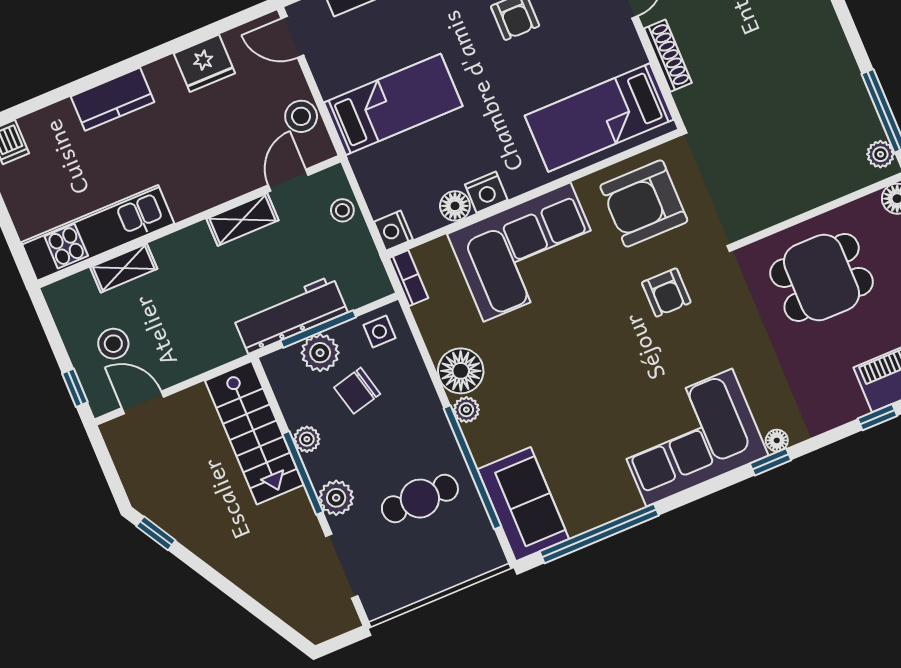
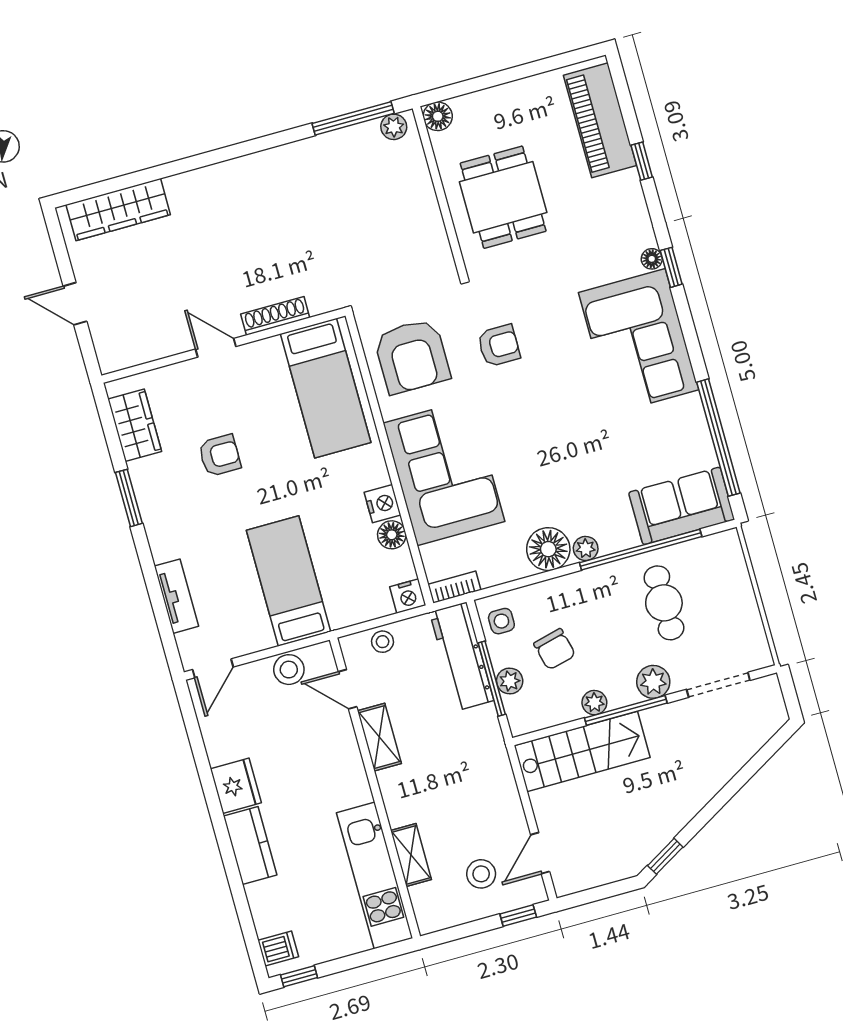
fridge: (204, 63) -> (236, 786), moved
workbench: (290, 314) -> (462, 656), moved
plant: (320, 353) -> (510, 681), width x0.73, depth x0.73

